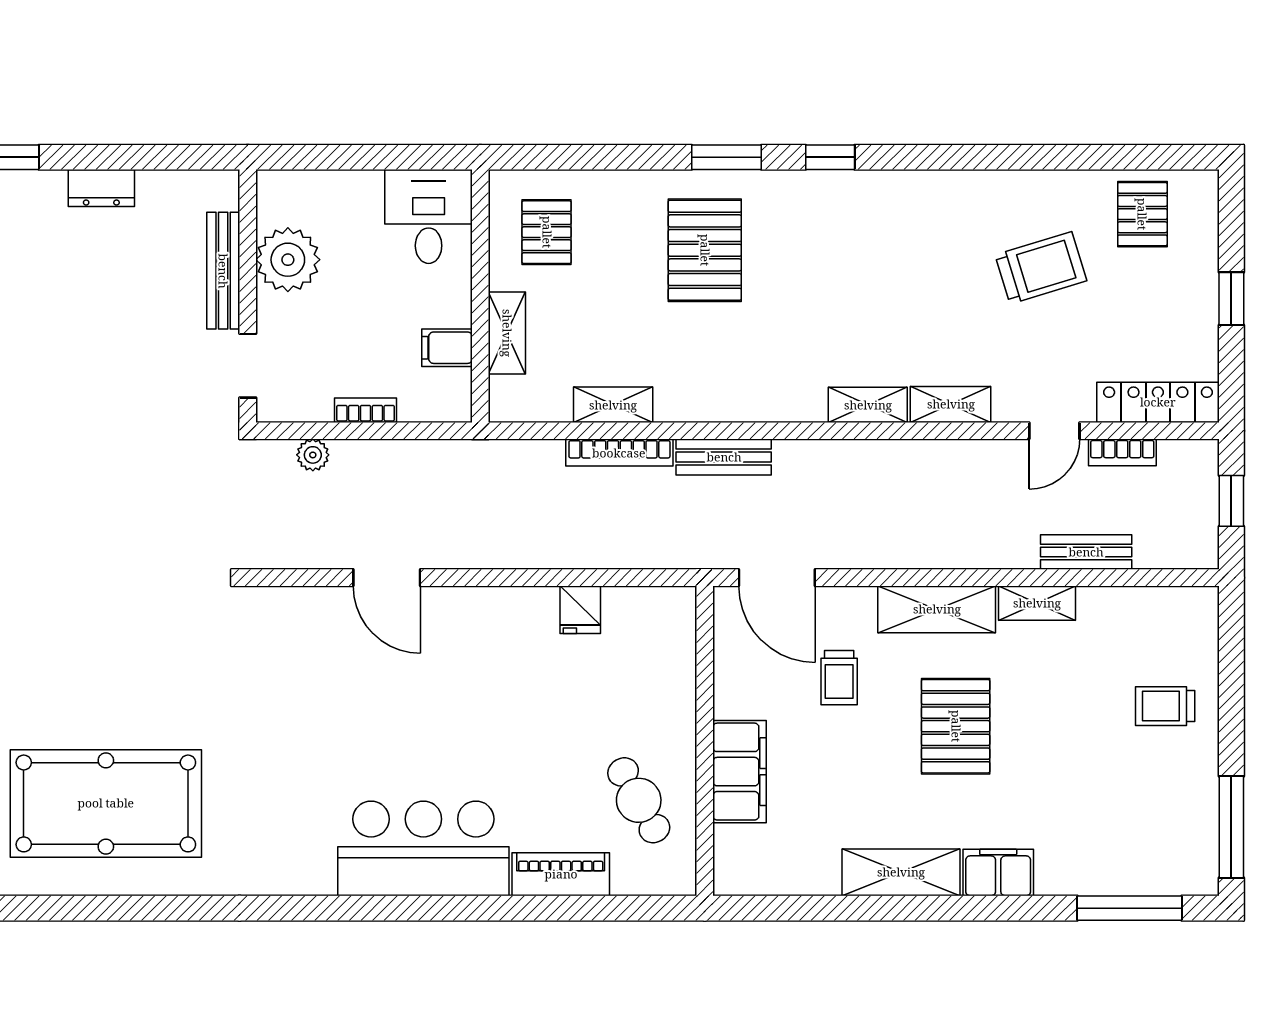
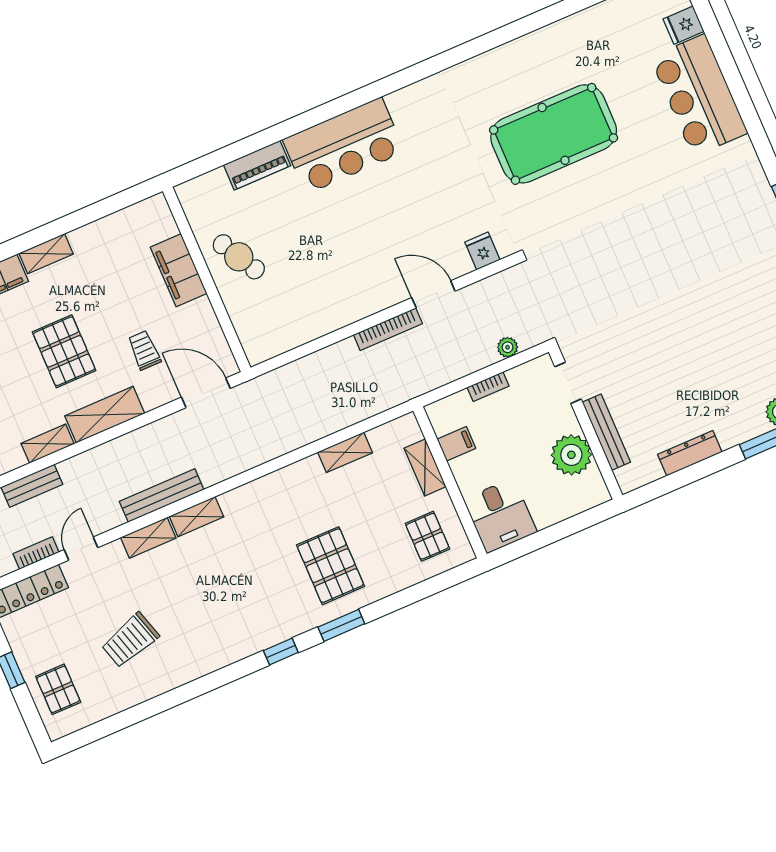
dresser: (101, 188) -> (690, 453), width x1.44
pallet: (1142, 214) -> (58, 689), moved
bookcase: (619, 453) -> (388, 329), moved, turned 180
bench: (724, 457) -> (162, 496), moved, width x1.36
fridge: (580, 610) -> (482, 251), moved
cafe table: (639, 800) -> (239, 257), moved
pool table: (106, 803) -> (554, 134), moved
shelving: (901, 872) -> (46, 254), width x0.67, depth x0.75

